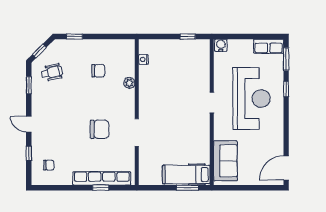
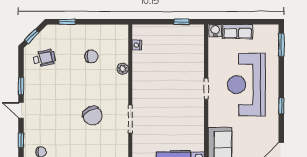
row of seats: (269, 46) -> (238, 32), moved
window: (29, 85) -> (21, 86), moved
window: (286, 89) -> (281, 106), moved
reception desk: (251, 99) -> (246, 85), turned 180
chair: (100, 129) -> (93, 116), turned 60

